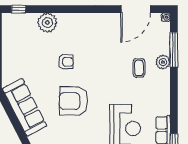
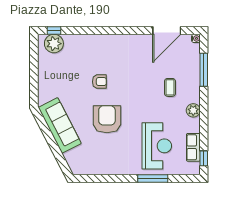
plant: (47, 23) -> (54, 44), moved
plant: (163, 62) -> (193, 110), moved
armchair: (74, 101) -> (107, 119), turned 90

